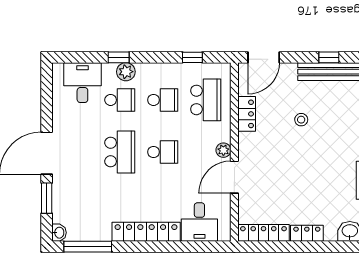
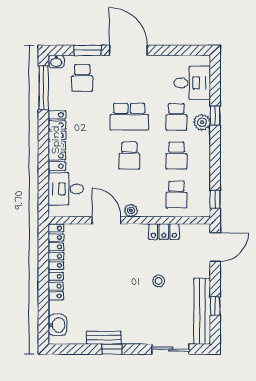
window: (192, 57) -> (215, 199), moved
door: (264, 57) -> (215, 247), swing flipped
school desk: (206, 100) -> (176, 194), width x0.54
school desk: (77, 204) -> (82, 78), added

